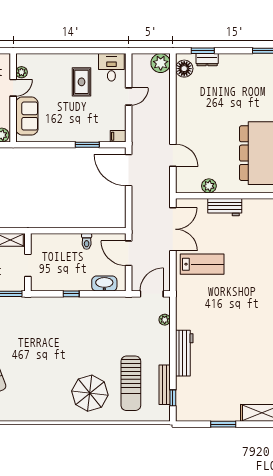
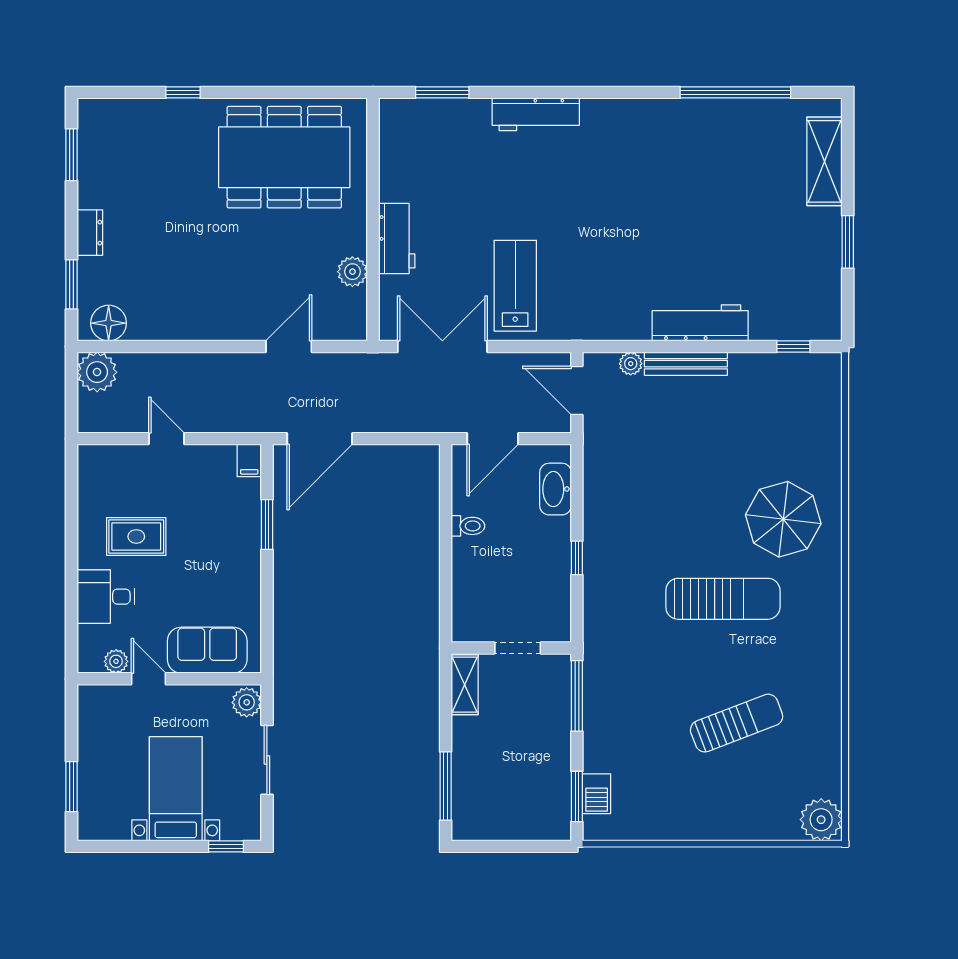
dresser: (207, 60) -> (90, 233), moved
desk: (111, 67) -> (106, 597), moved
sun lounger: (131, 383) -> (723, 599), moved
bench: (165, 385) -> (686, 364), moved

